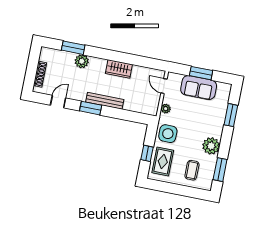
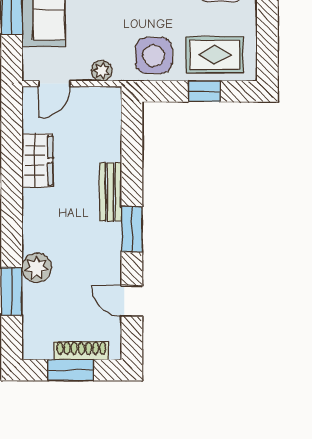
window: (32, 68) -> (71, 370), added
wardrobe: (119, 69) -> (37, 160), moved
bench: (105, 101) -> (111, 192), width x0.73

